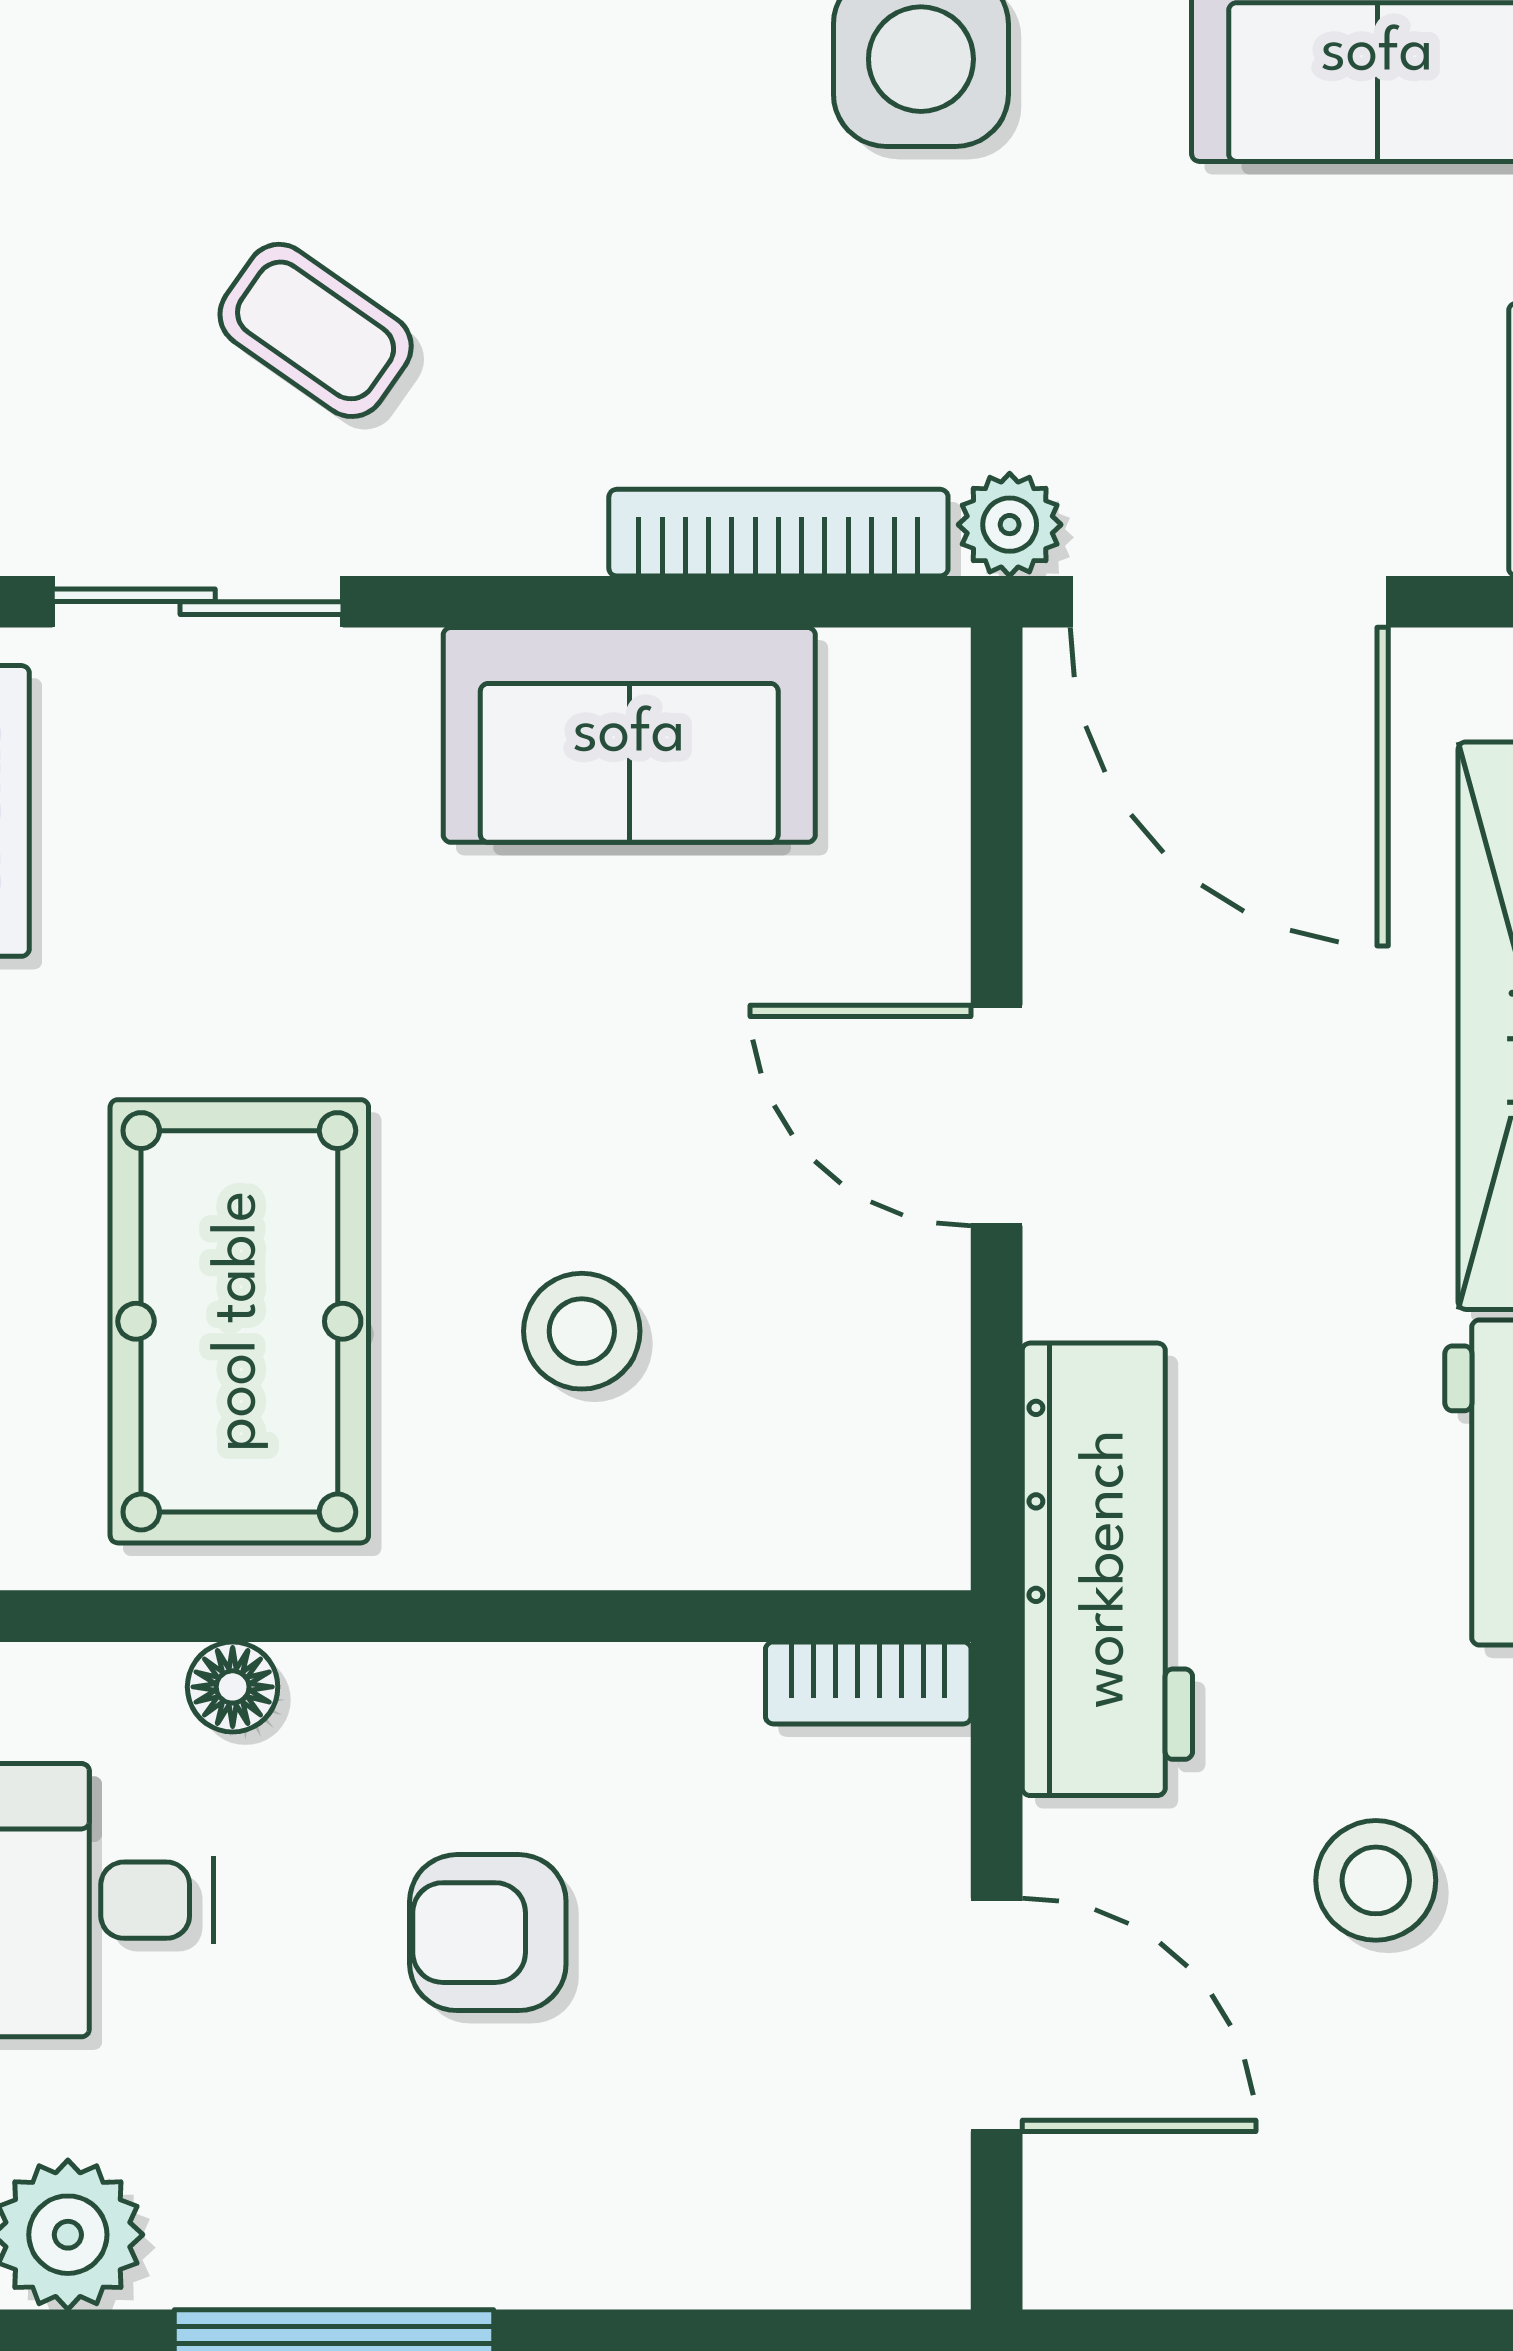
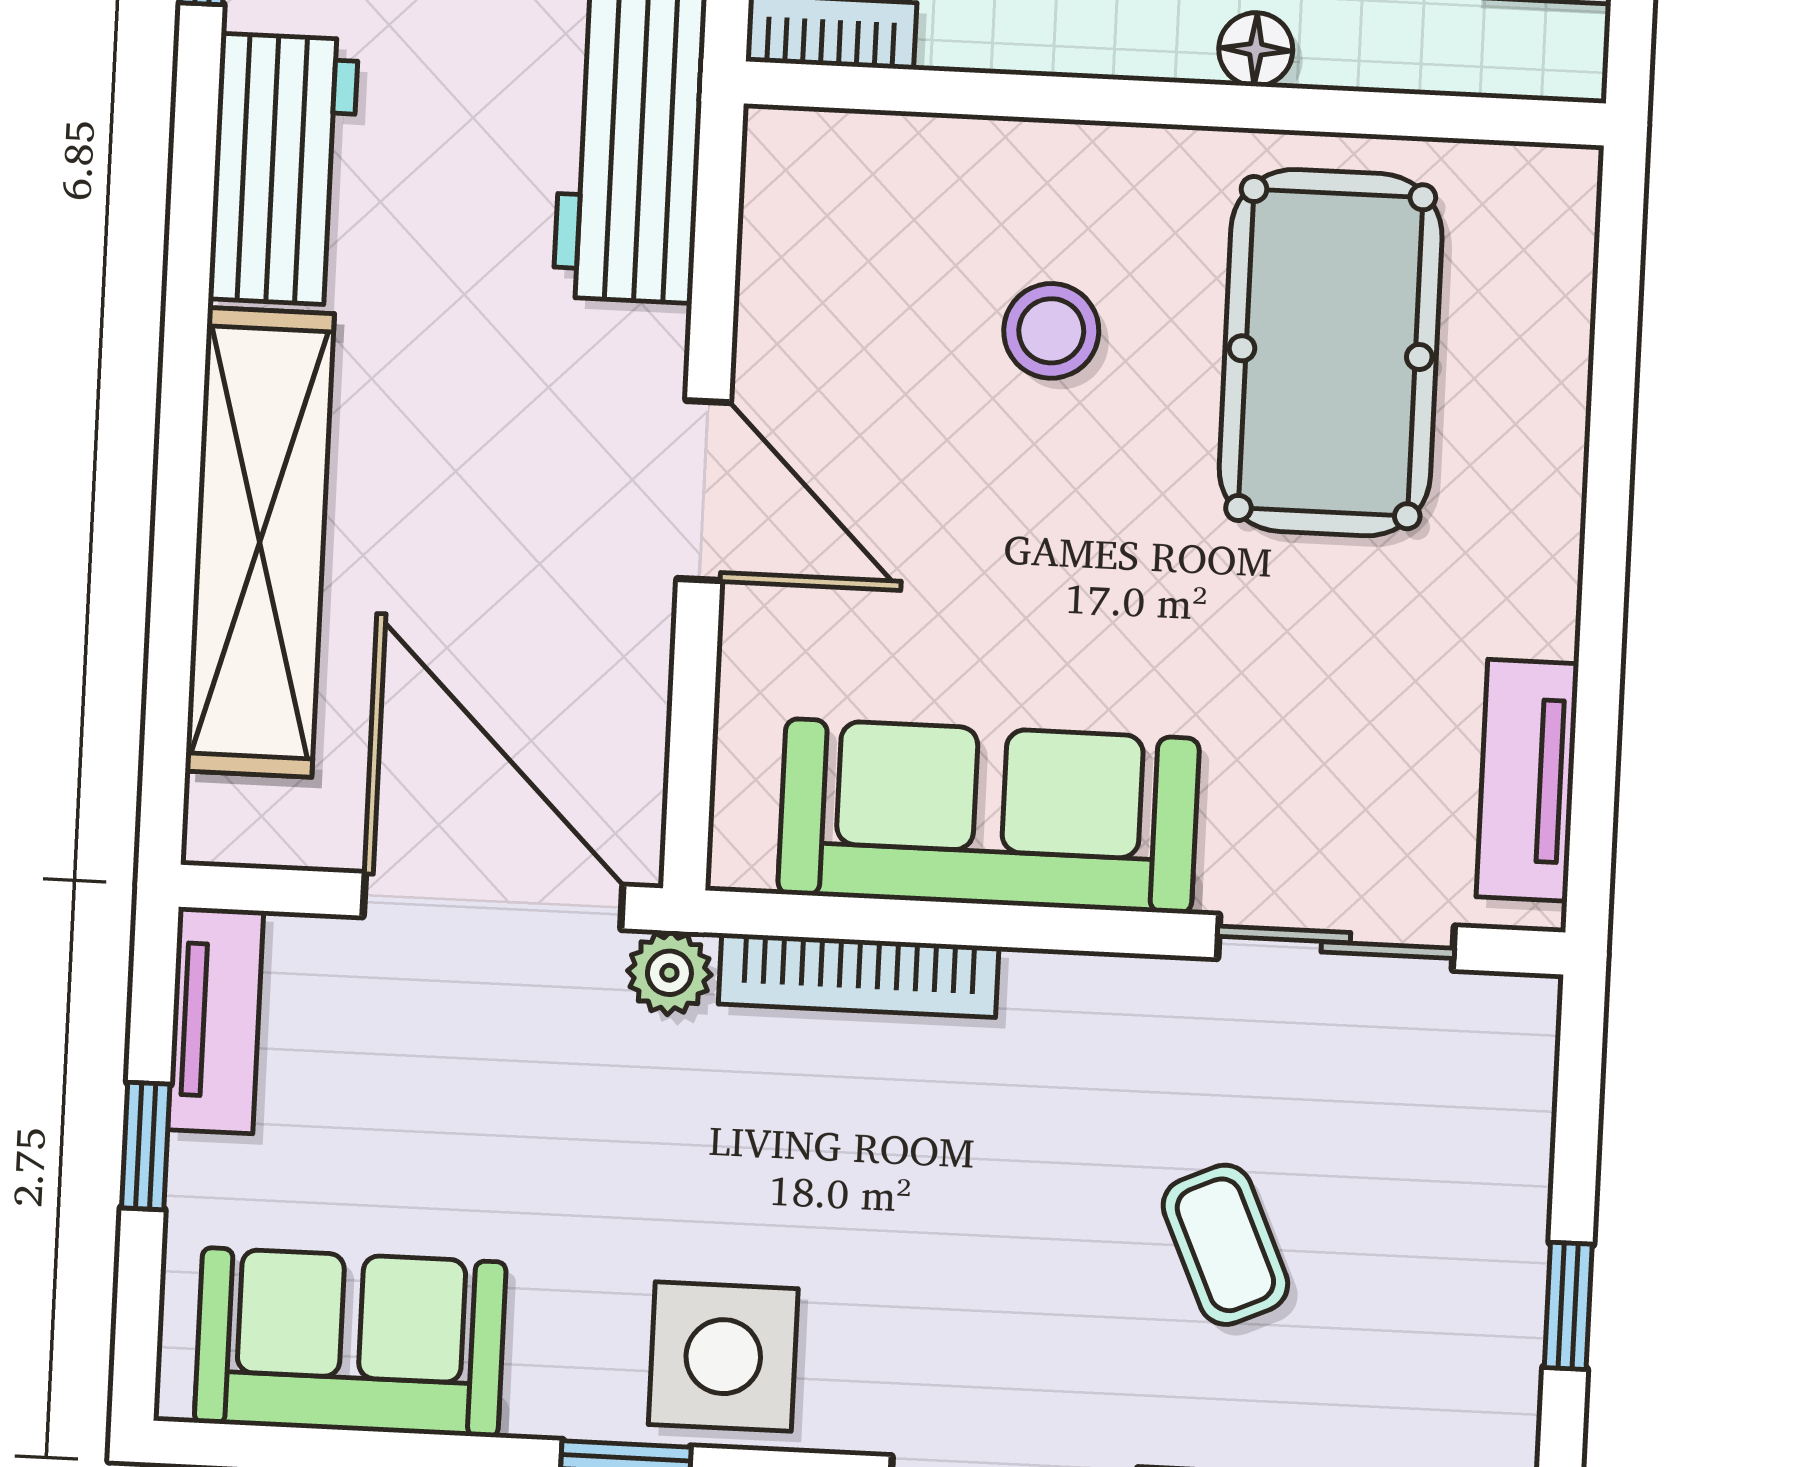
coffee table: (316, 330) -> (1225, 1245), moved, turned 31
sofa: (629, 735) -> (989, 816), width x1.36
floor lamp: (233, 1687) -> (1256, 49), moved

